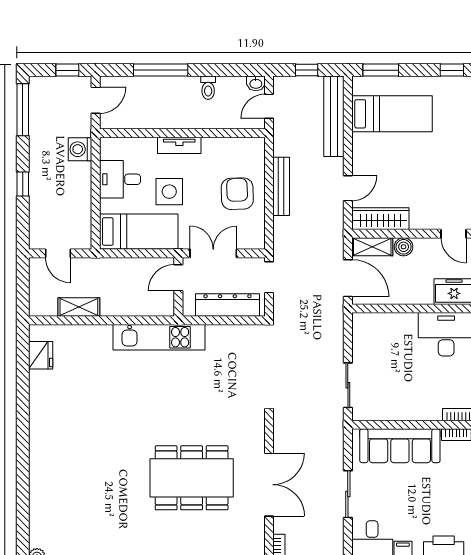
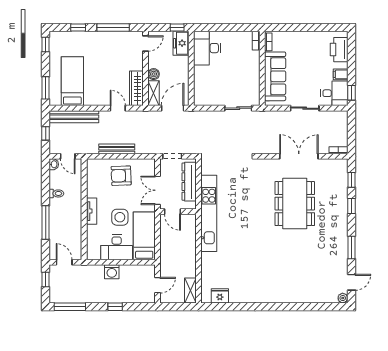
washing machine: (80, 149) -> (112, 272), moved
desk: (120, 179) -> (117, 247), width x1.37
shelving: (79, 307) -> (190, 290), moved
kitchen unit: (159, 337) -> (209, 213), width x1.36

